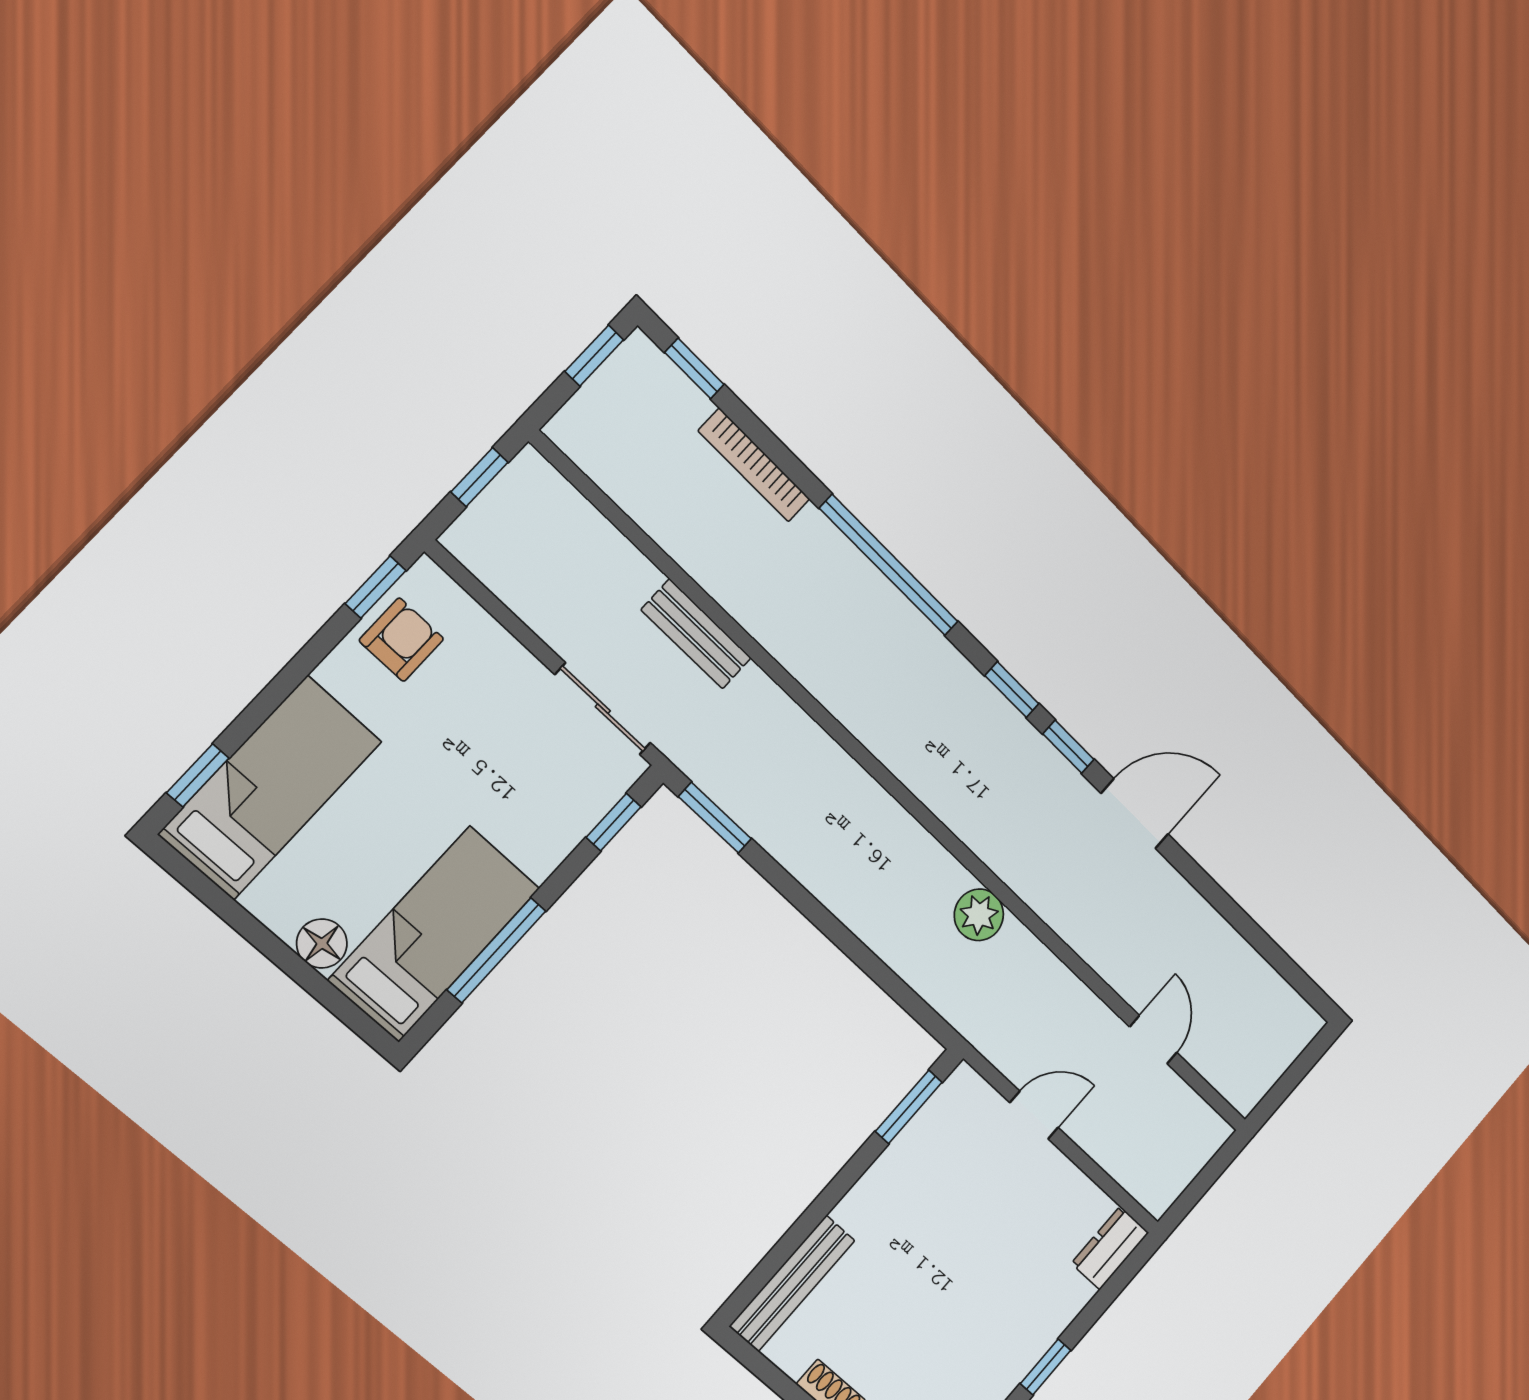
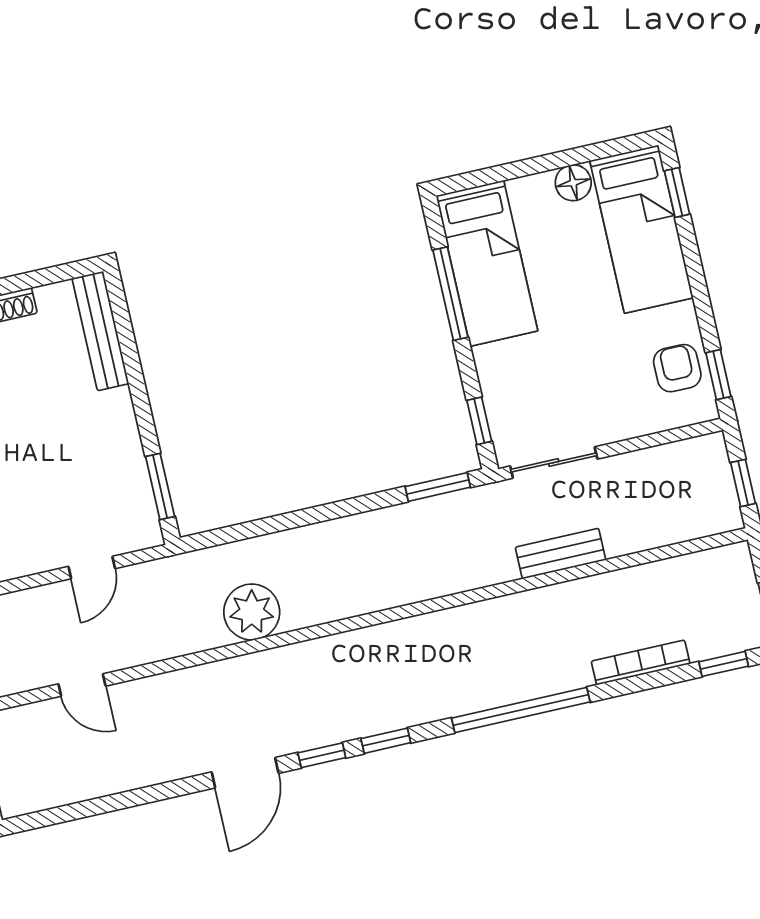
armchair: (401, 640) -> (677, 368), turned 180
plant: (979, 915) -> (252, 612), width x1.36, depth x1.36
floor lamp: (322, 943) -> (573, 183), moved

